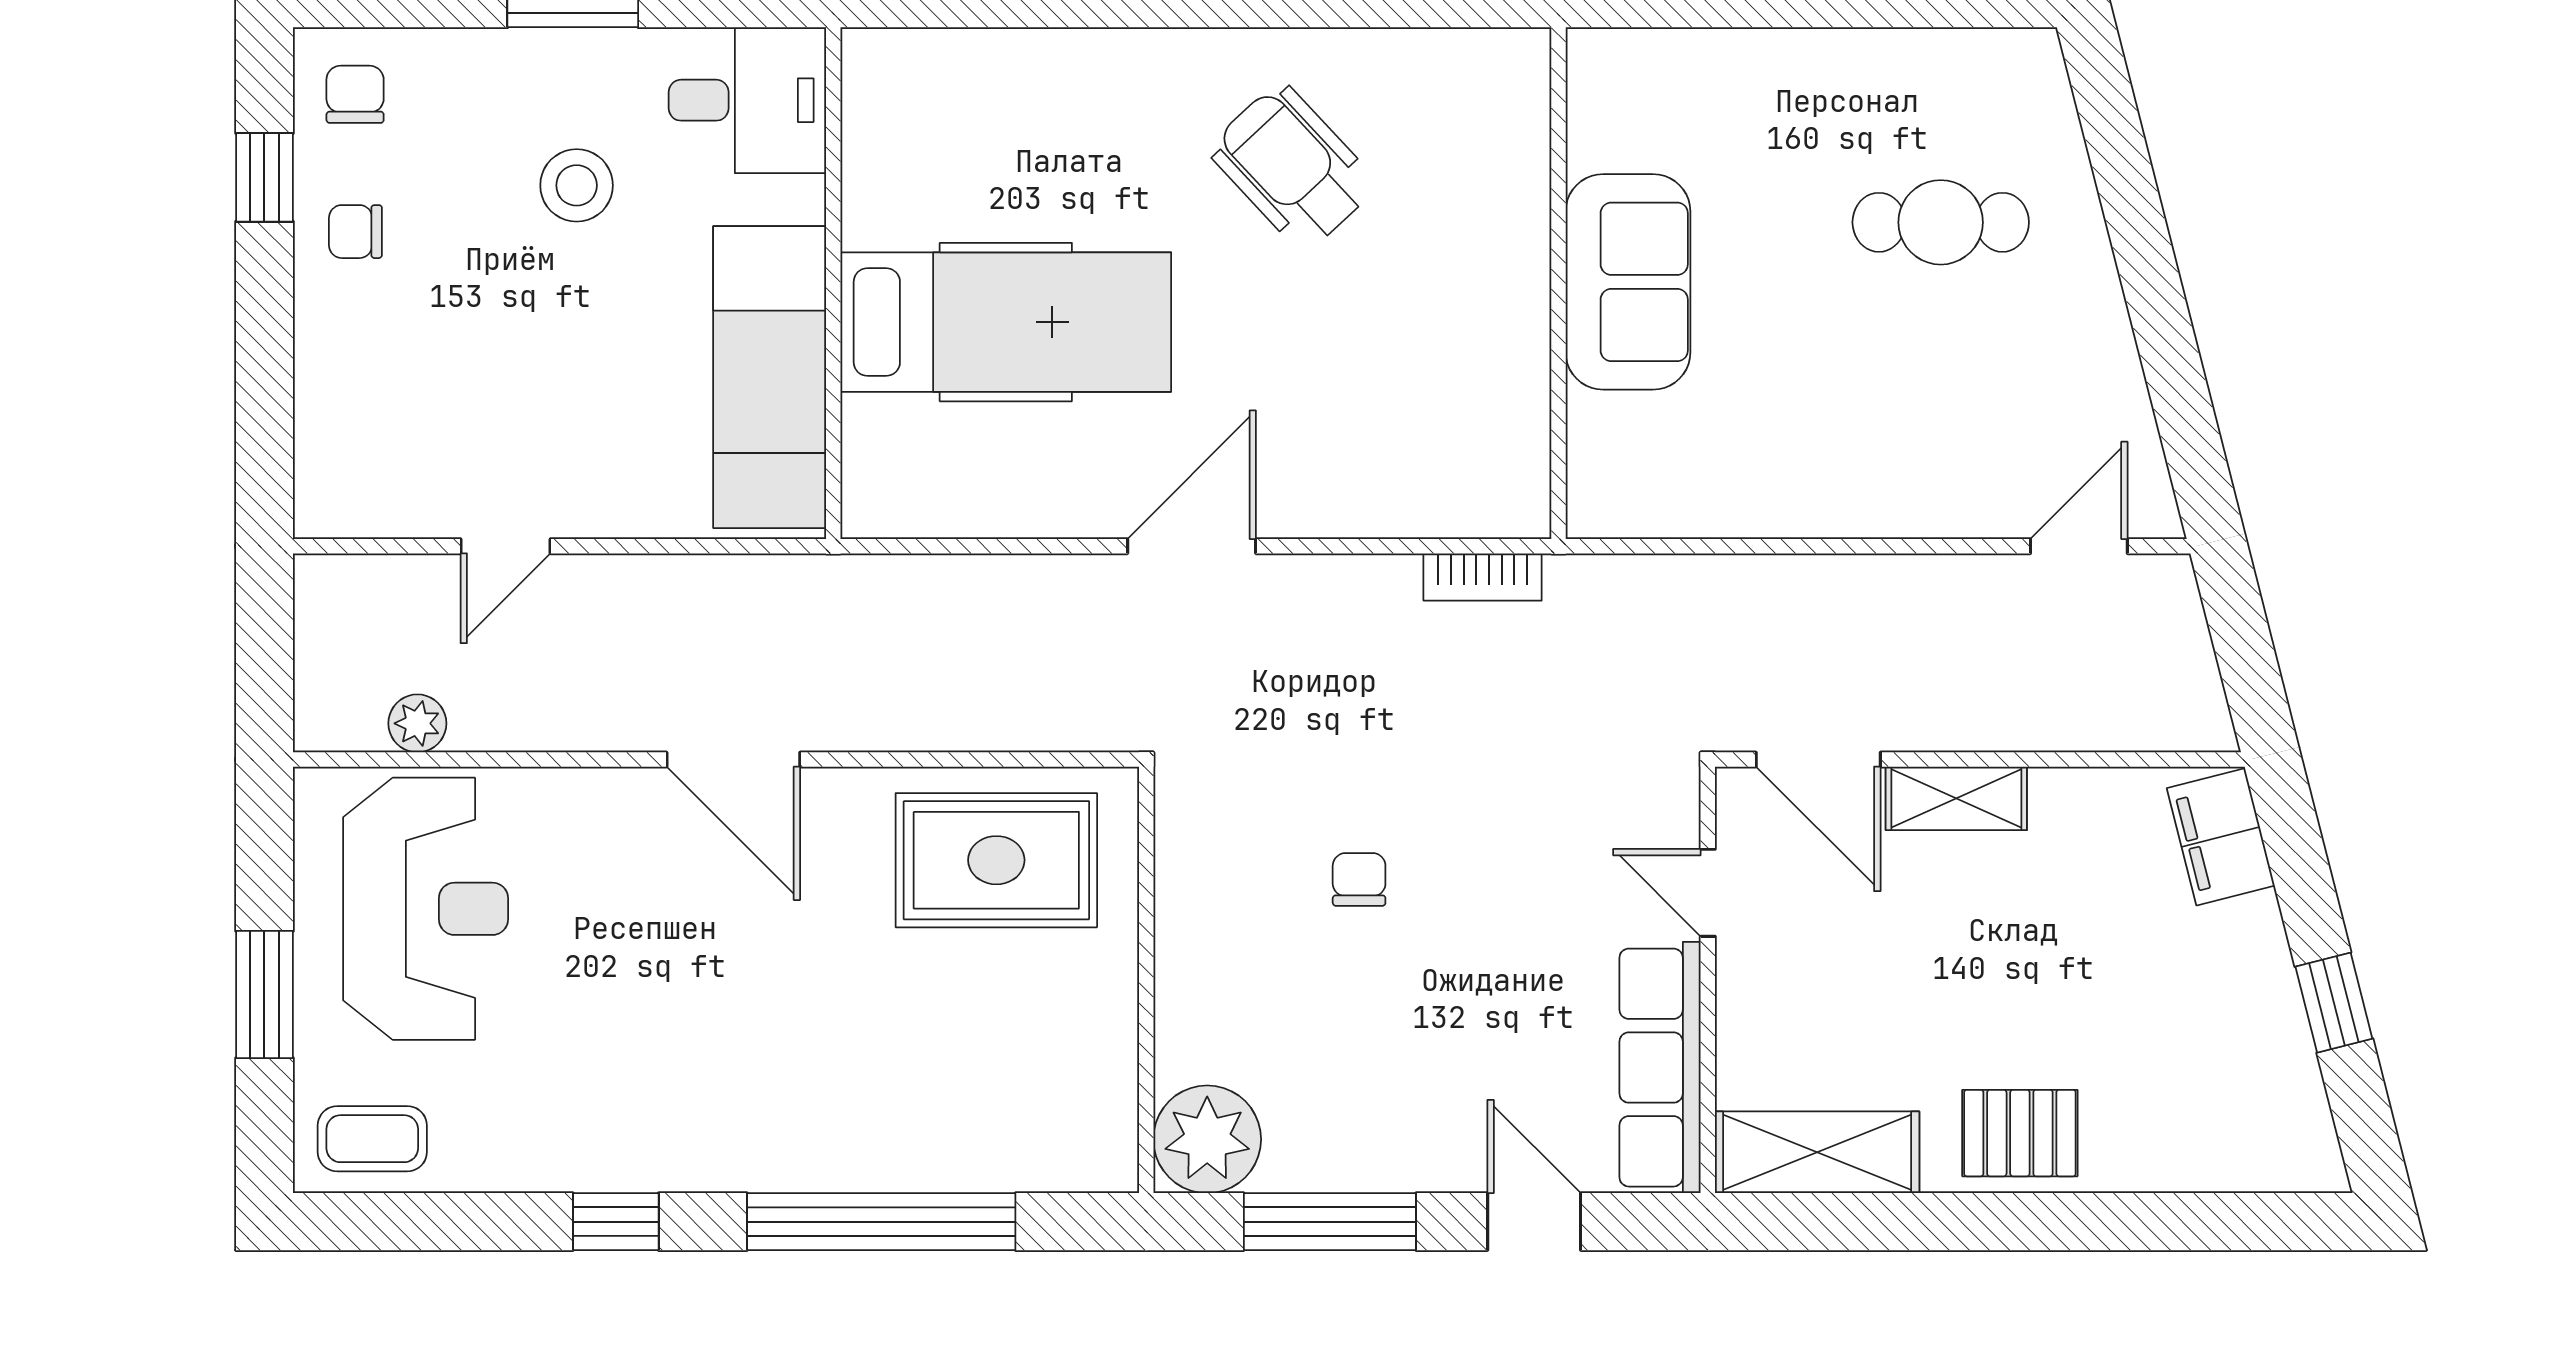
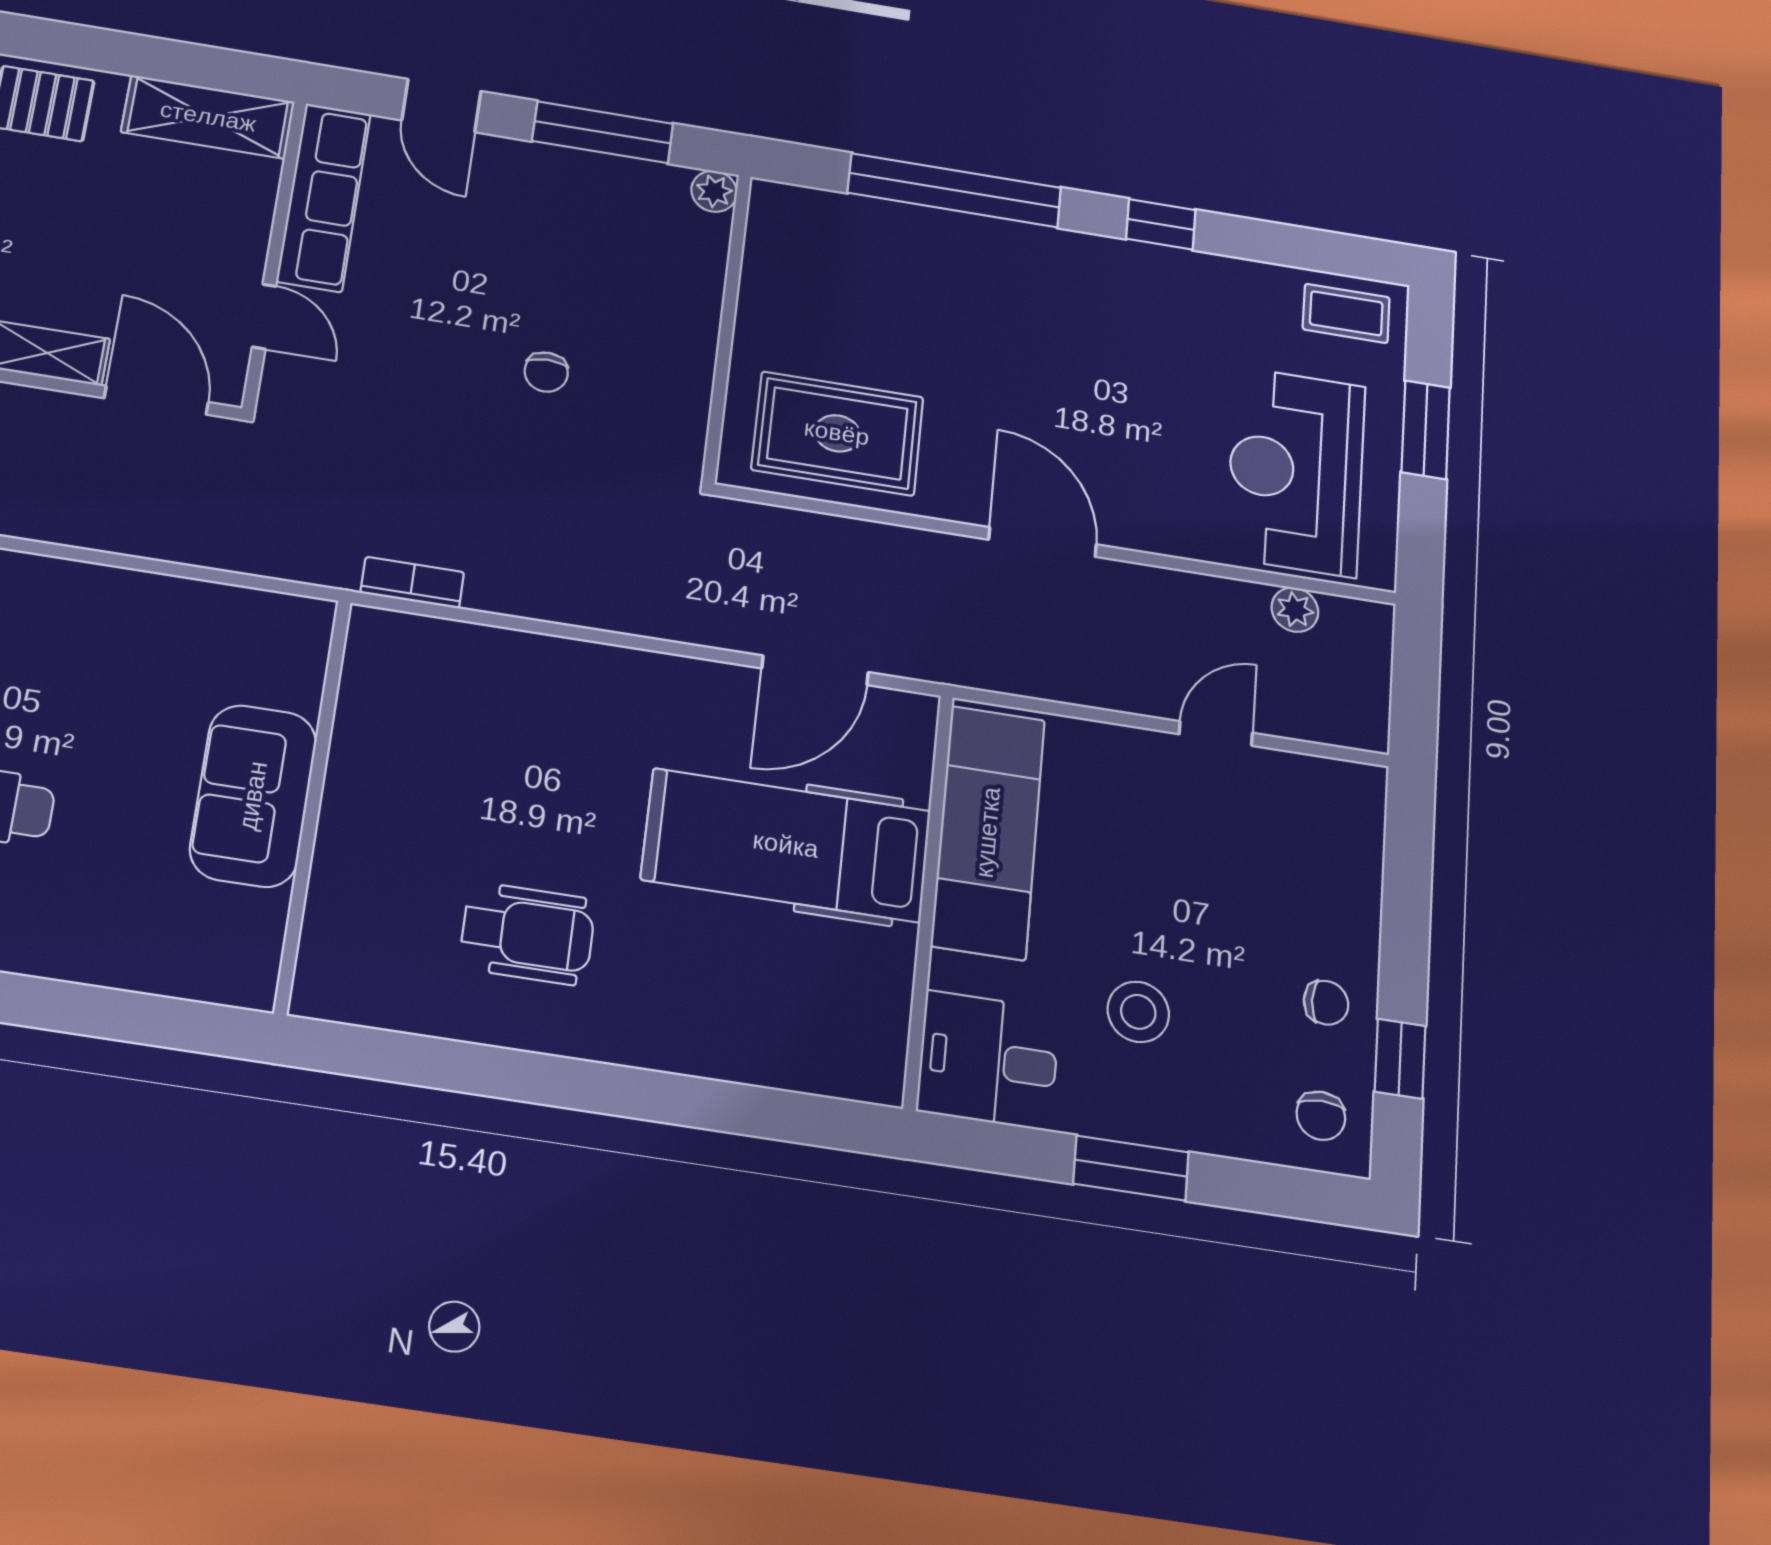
wheelchair: (1292, 167) -> (528, 934), turned -47
door: (1192, 546) -> (815, 670), moved
plant: (1207, 1139) -> (714, 191), width x0.53, depth x0.53

